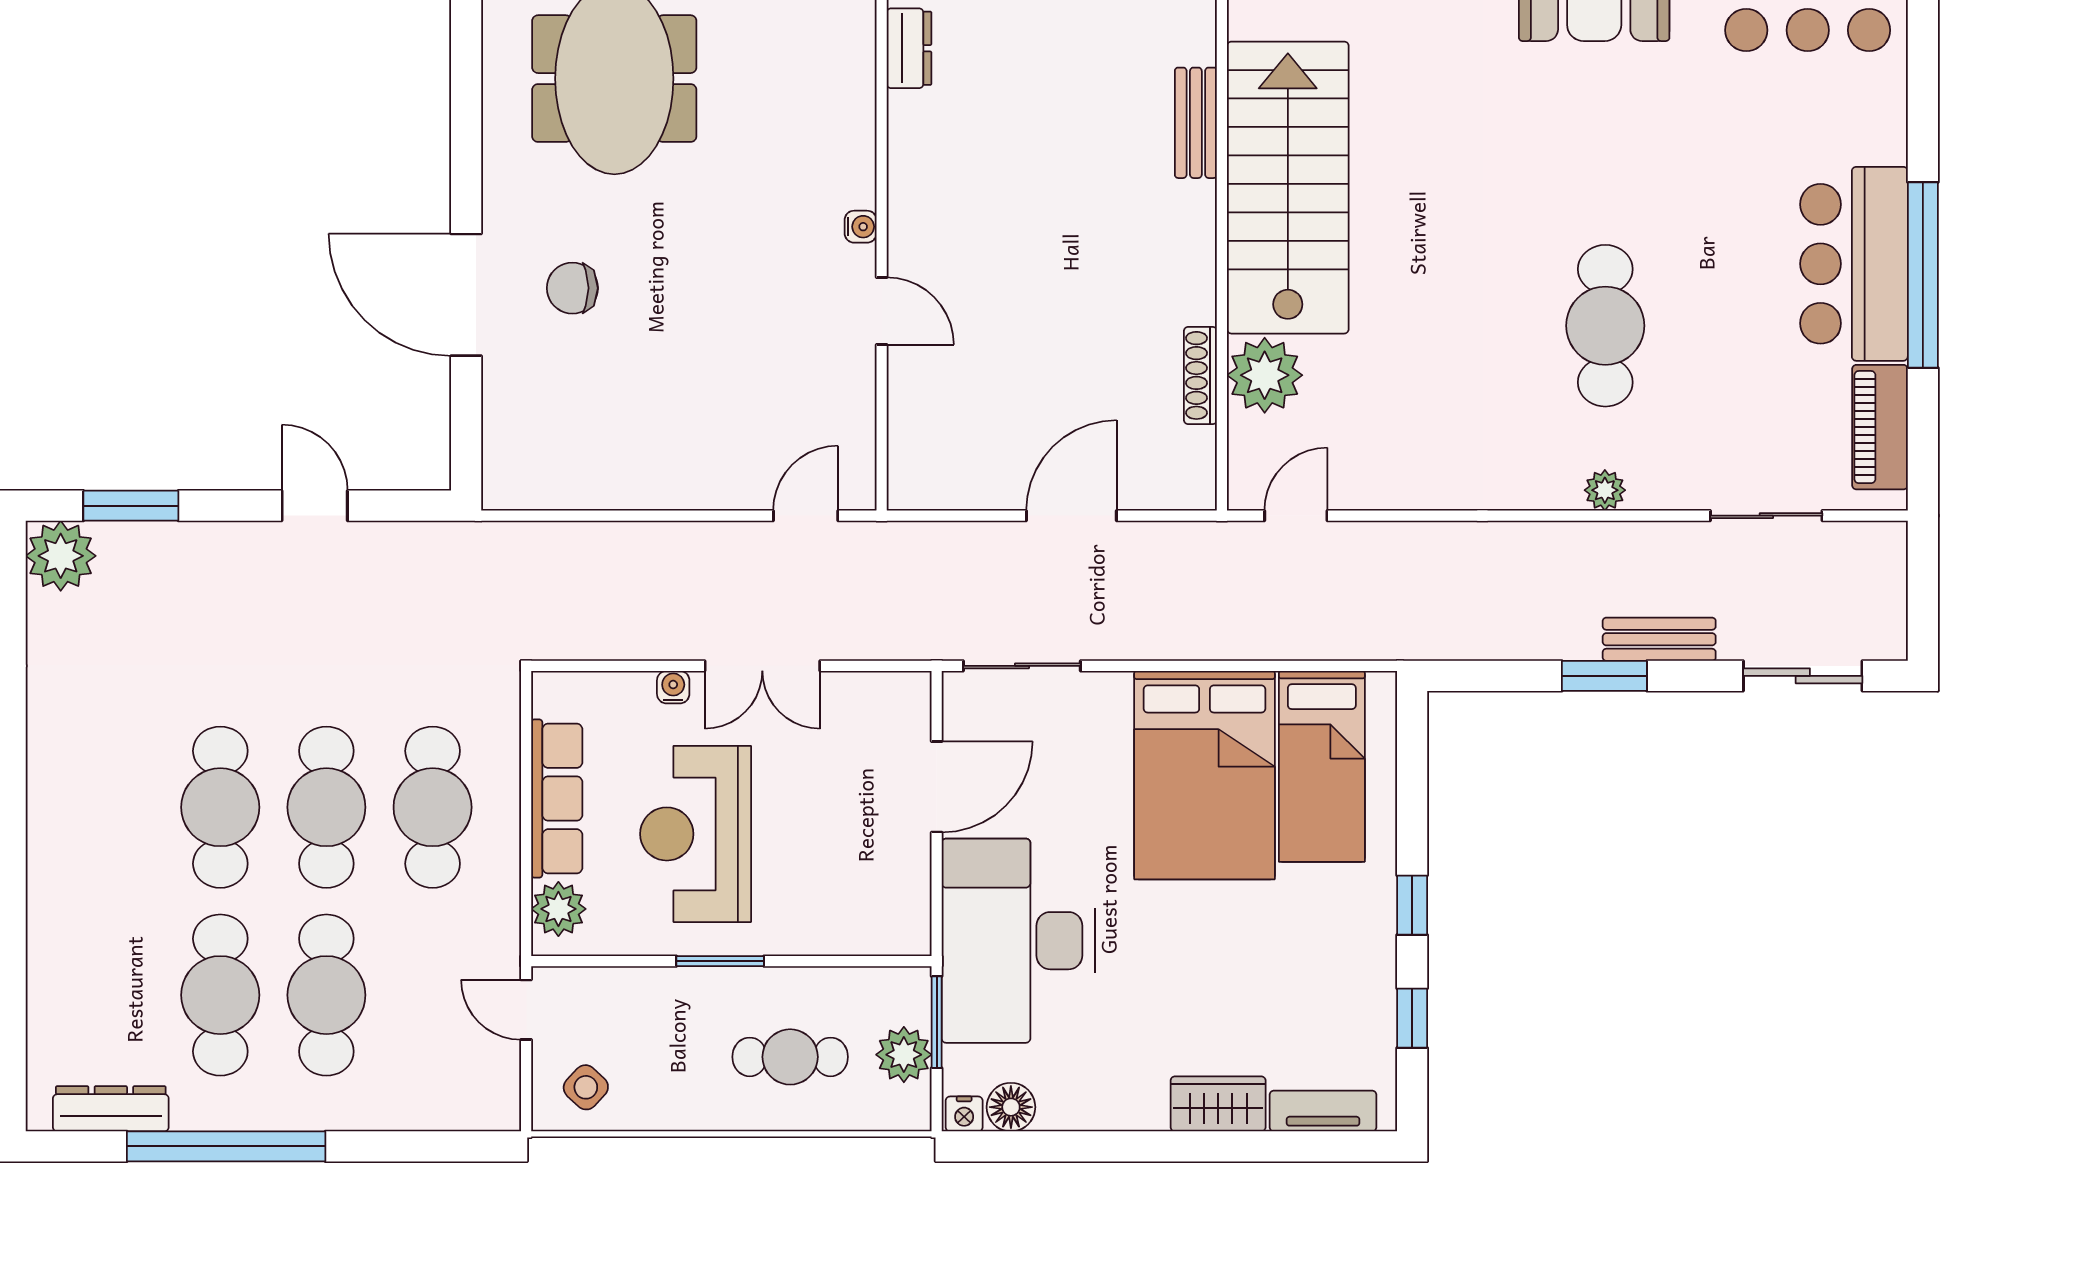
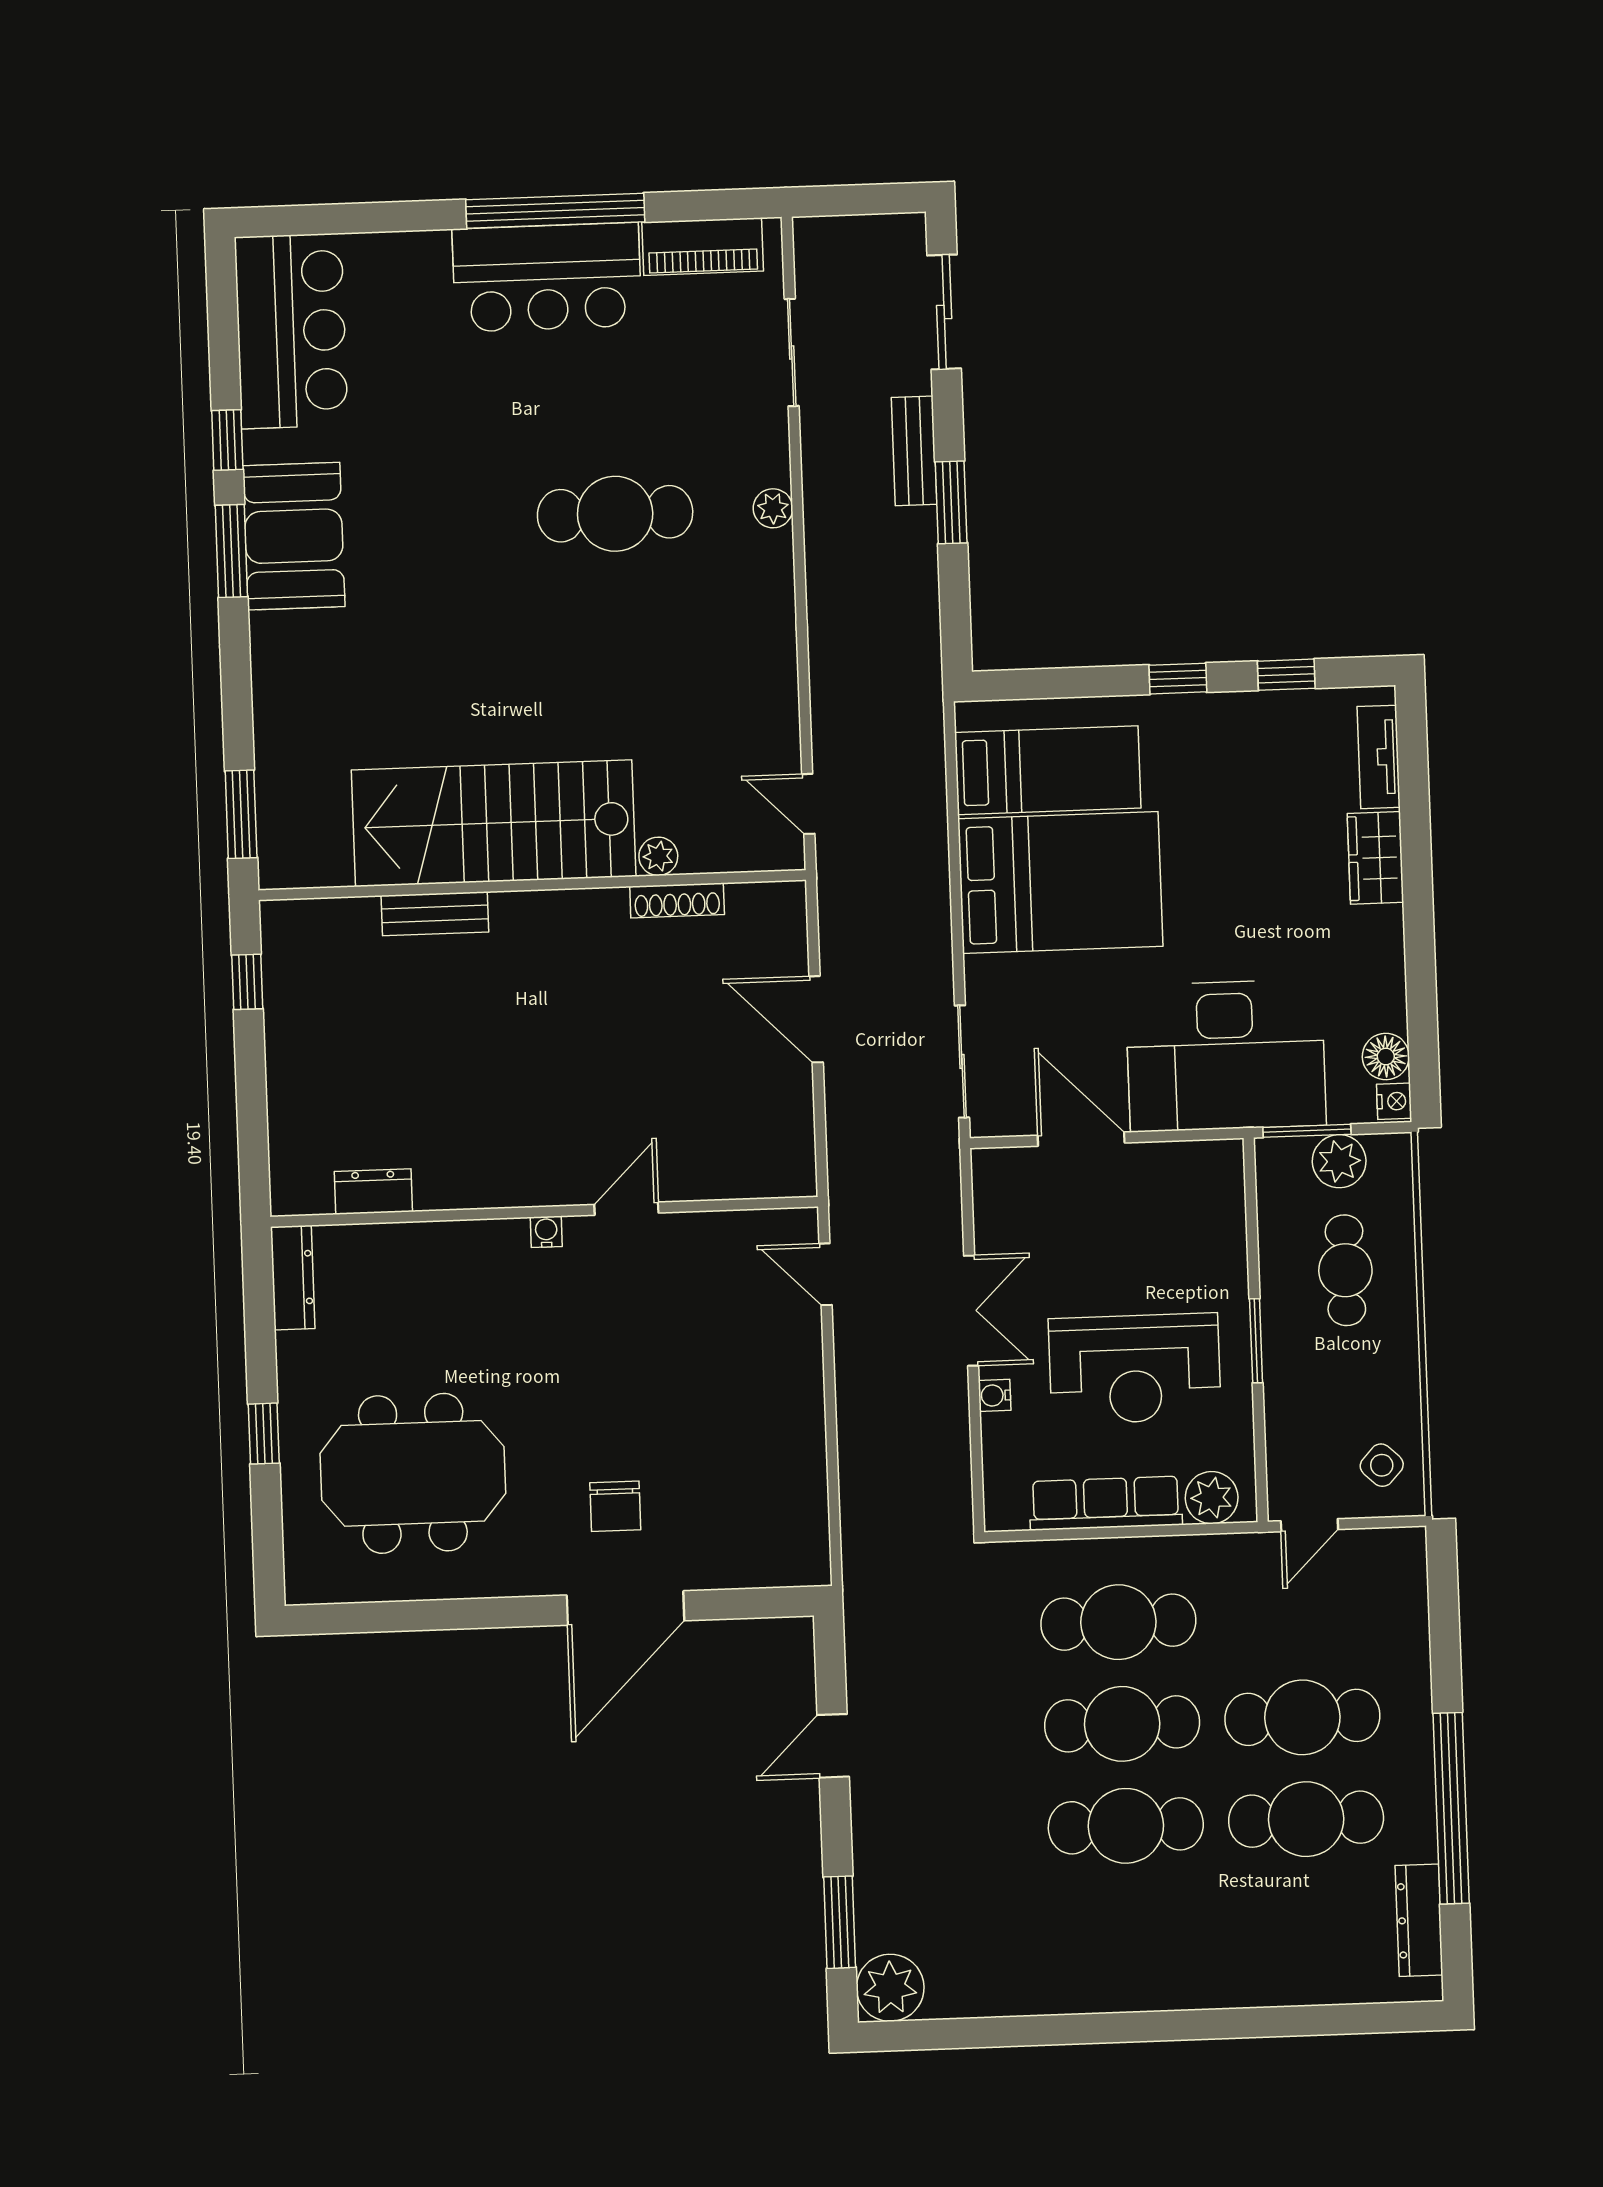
plant: (1265, 375) -> (658, 856), width x0.53, depth x0.53

